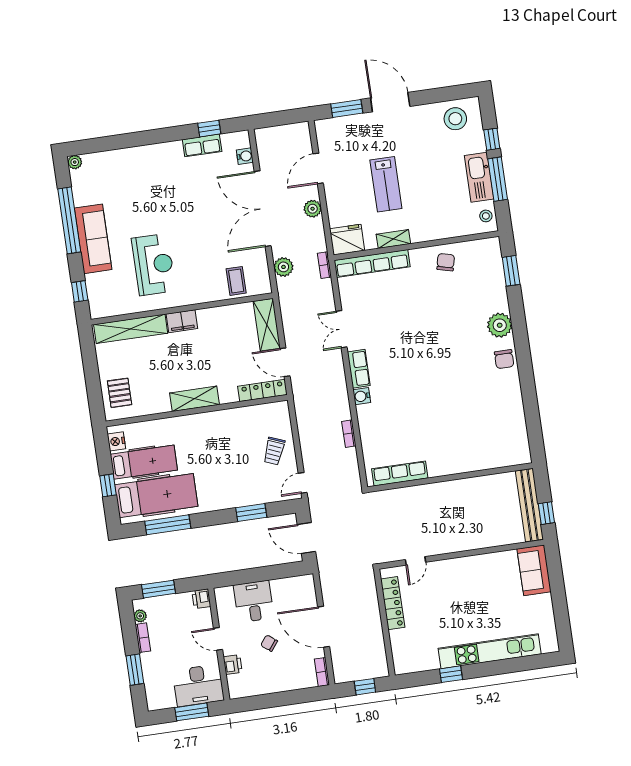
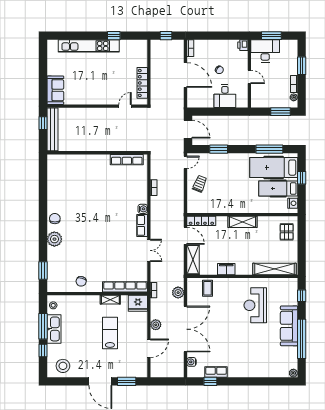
filing cabinet: (182, 321) -> (226, 269), moved
printer: (201, 599) -> (256, 102), removed
printer: (233, 665) -> (243, 45), moved

